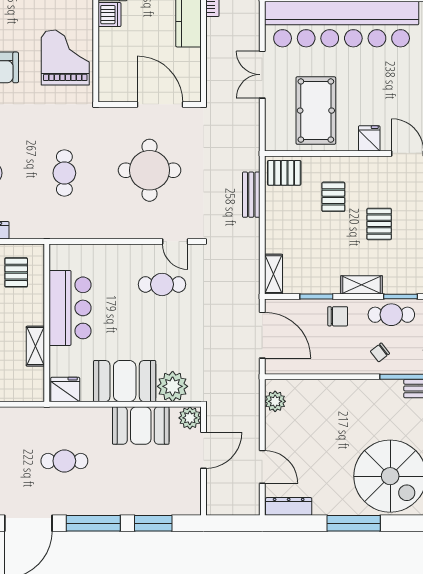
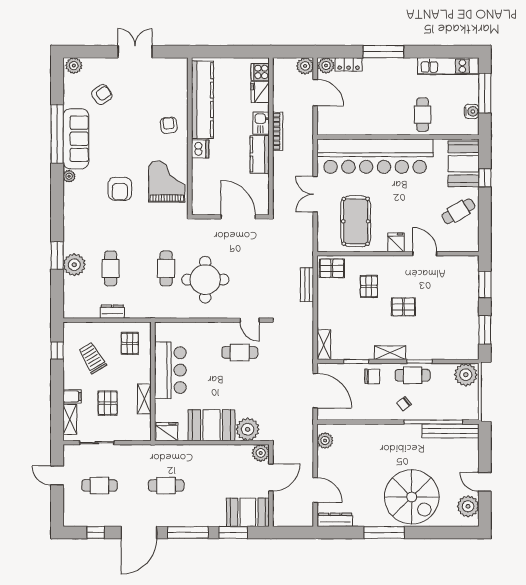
round table: (150, 170) -> (205, 280), moved
pallet: (379, 224) -> (403, 307), turned 90
booth: (141, 425) -> (248, 512), moved

